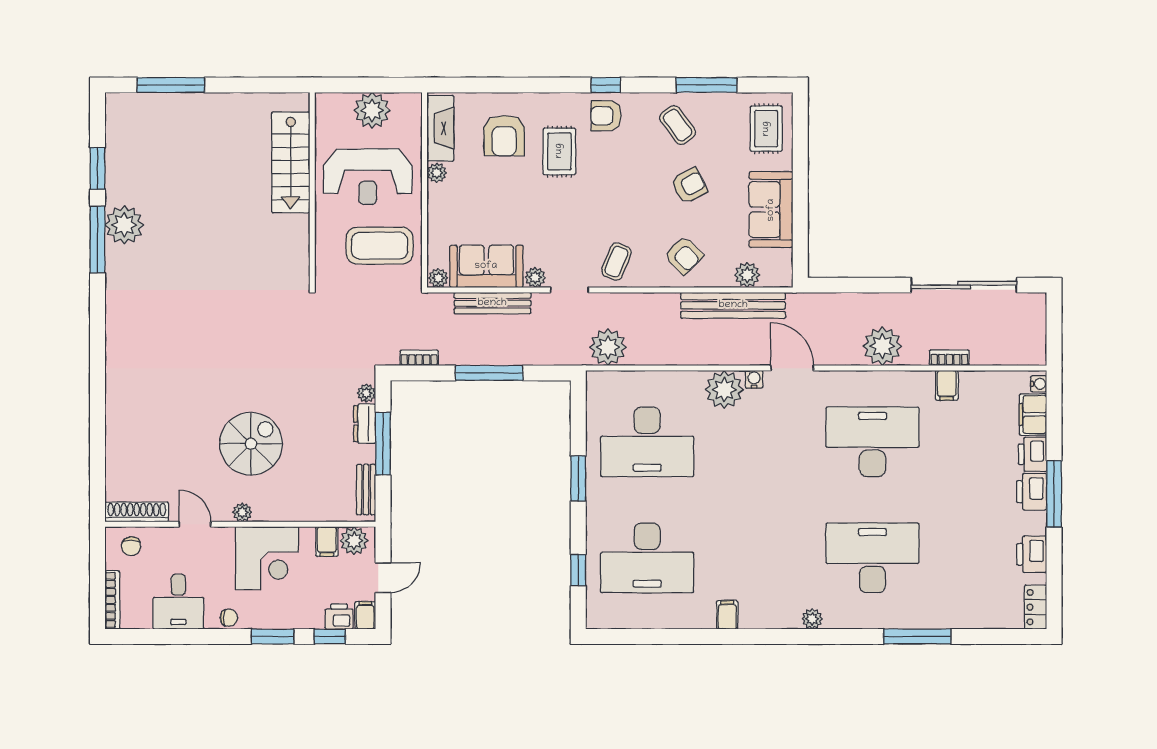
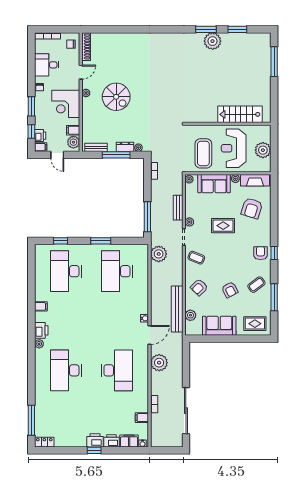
armchair: (504, 136) -> (252, 208), turned -73
rug: (559, 151) -> (223, 226), moved
window: (97, 240) -> (206, 29), width x0.69
sofa: (486, 266) -> (214, 184), moved, turned 90
bench: (492, 303) -> (178, 208), width x0.73
plant: (882, 346) -> (159, 363), moved
window: (489, 373) -> (147, 217), moved
filing cabinet: (947, 385) -> (142, 418), moved
plant: (724, 390) -> (140, 305), removed
window: (1054, 494) -> (94, 450), width x0.46
printer: (1032, 554) -> (41, 330), moved, turned 90
desk: (872, 558) -> (66, 370), turned 180
window: (917, 636) -> (31, 420), moved

